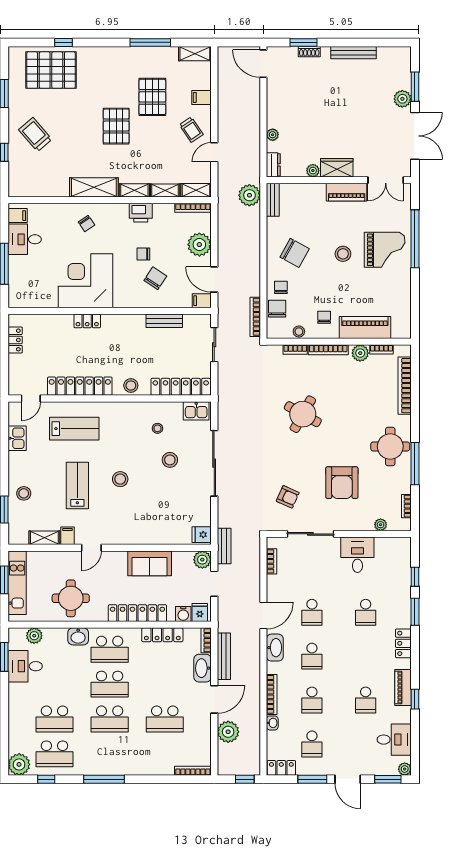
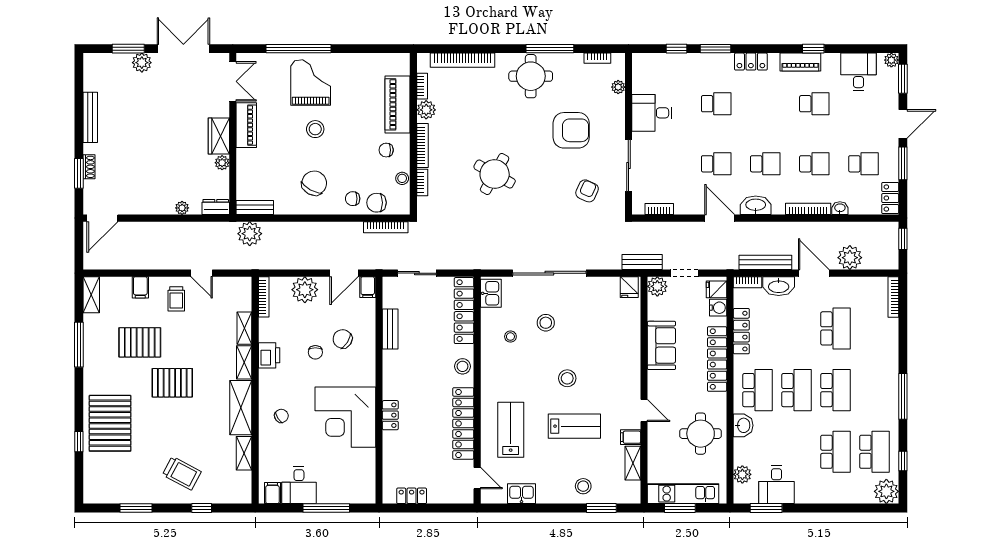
pallet: (51, 70) -> (110, 423), moved
trolley: (191, 130) -> (176, 299), turned 124
trolley: (35, 134) -> (182, 473), turned -111
shelving: (196, 190) -> (244, 453), moved
lab bench: (77, 485) -> (574, 426), turned 180

